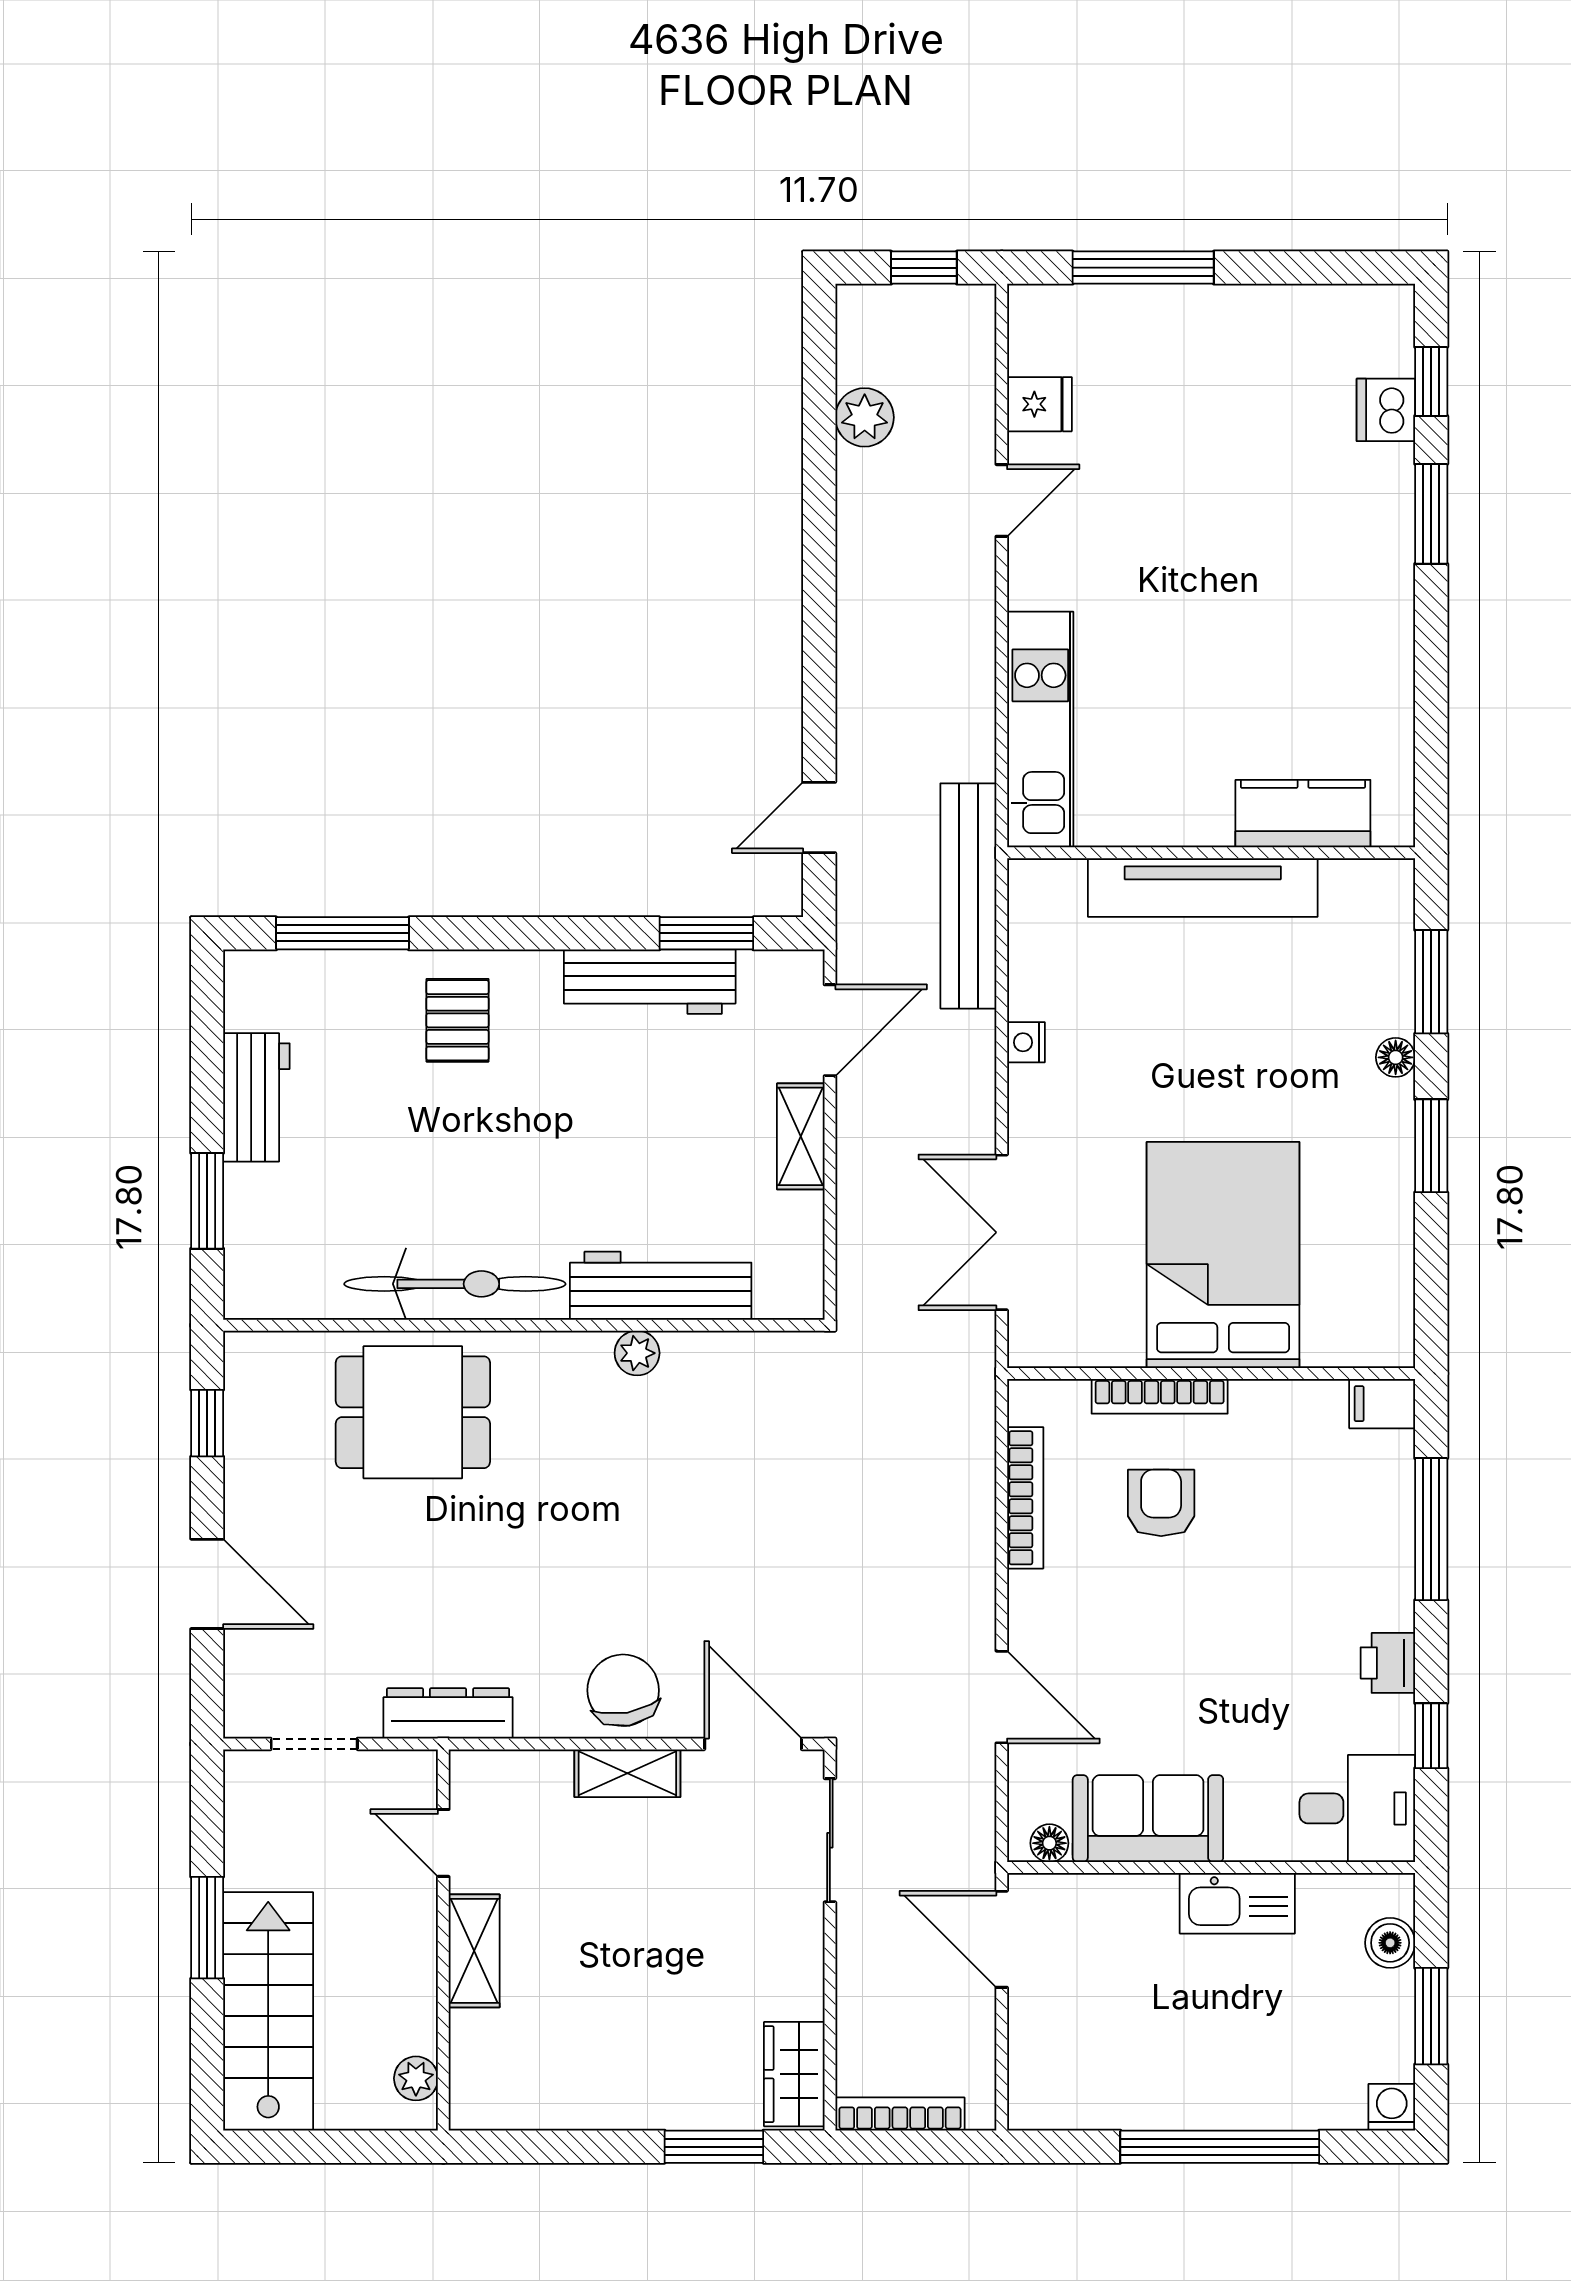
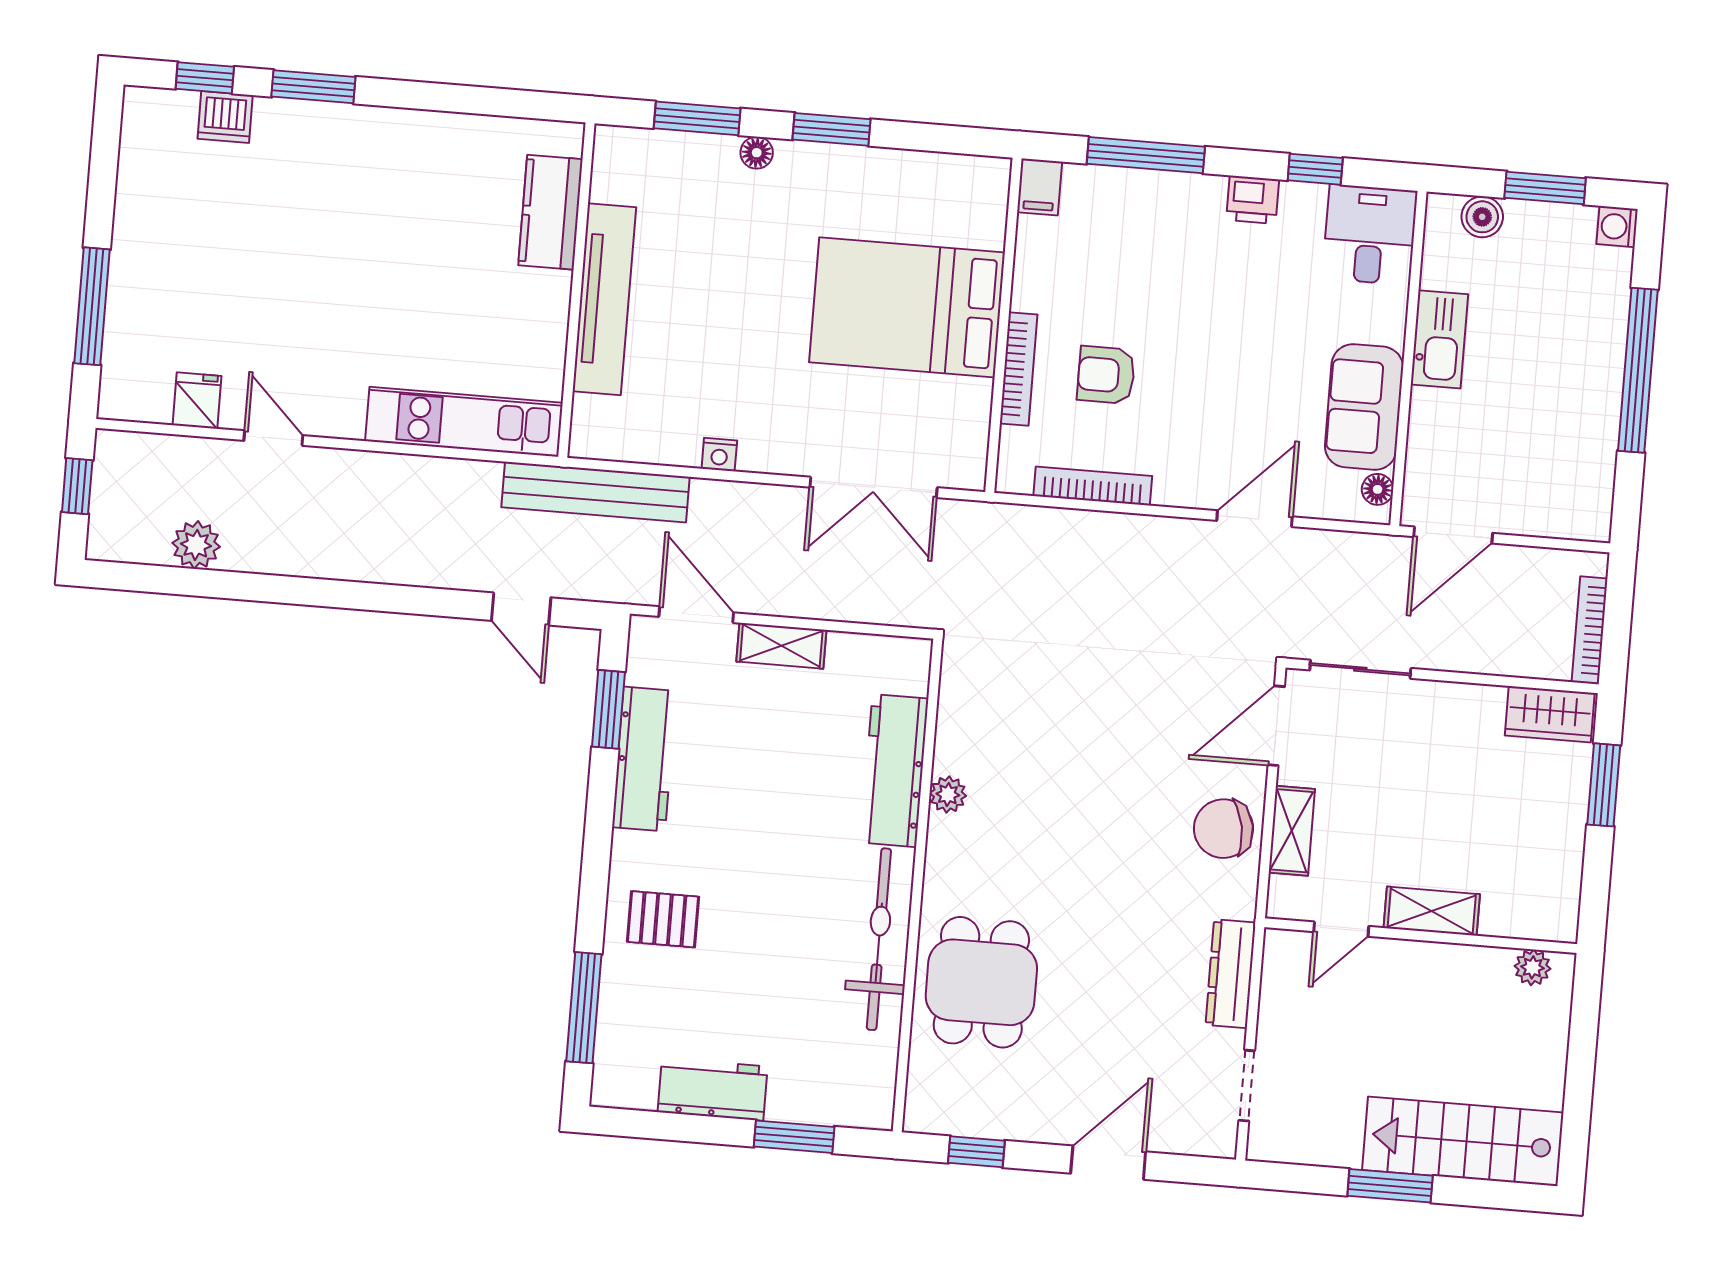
door: (443, 1843) -> (1341, 929), moved
wall: (443, 1940) -> (1421, 936), moved
shelving: (474, 1951) -> (1432, 911), moved
plant: (416, 2078) -> (1532, 967), moved

